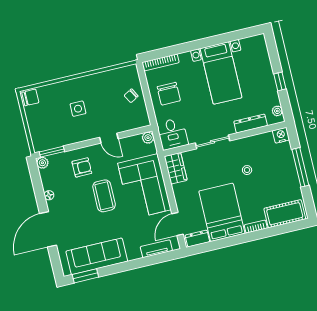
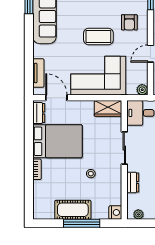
dresser: (251, 124) -> (133, 182), width x0.70
cot: (285, 214) -> (73, 210), moved, turned 90

